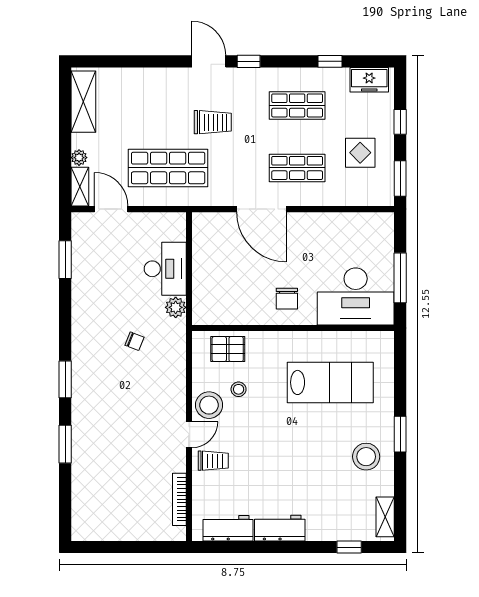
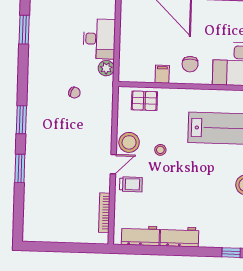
filing cabinet: (250, 313) -> (162, 74), added
stool: (239, 389) -> (160, 150), moved

